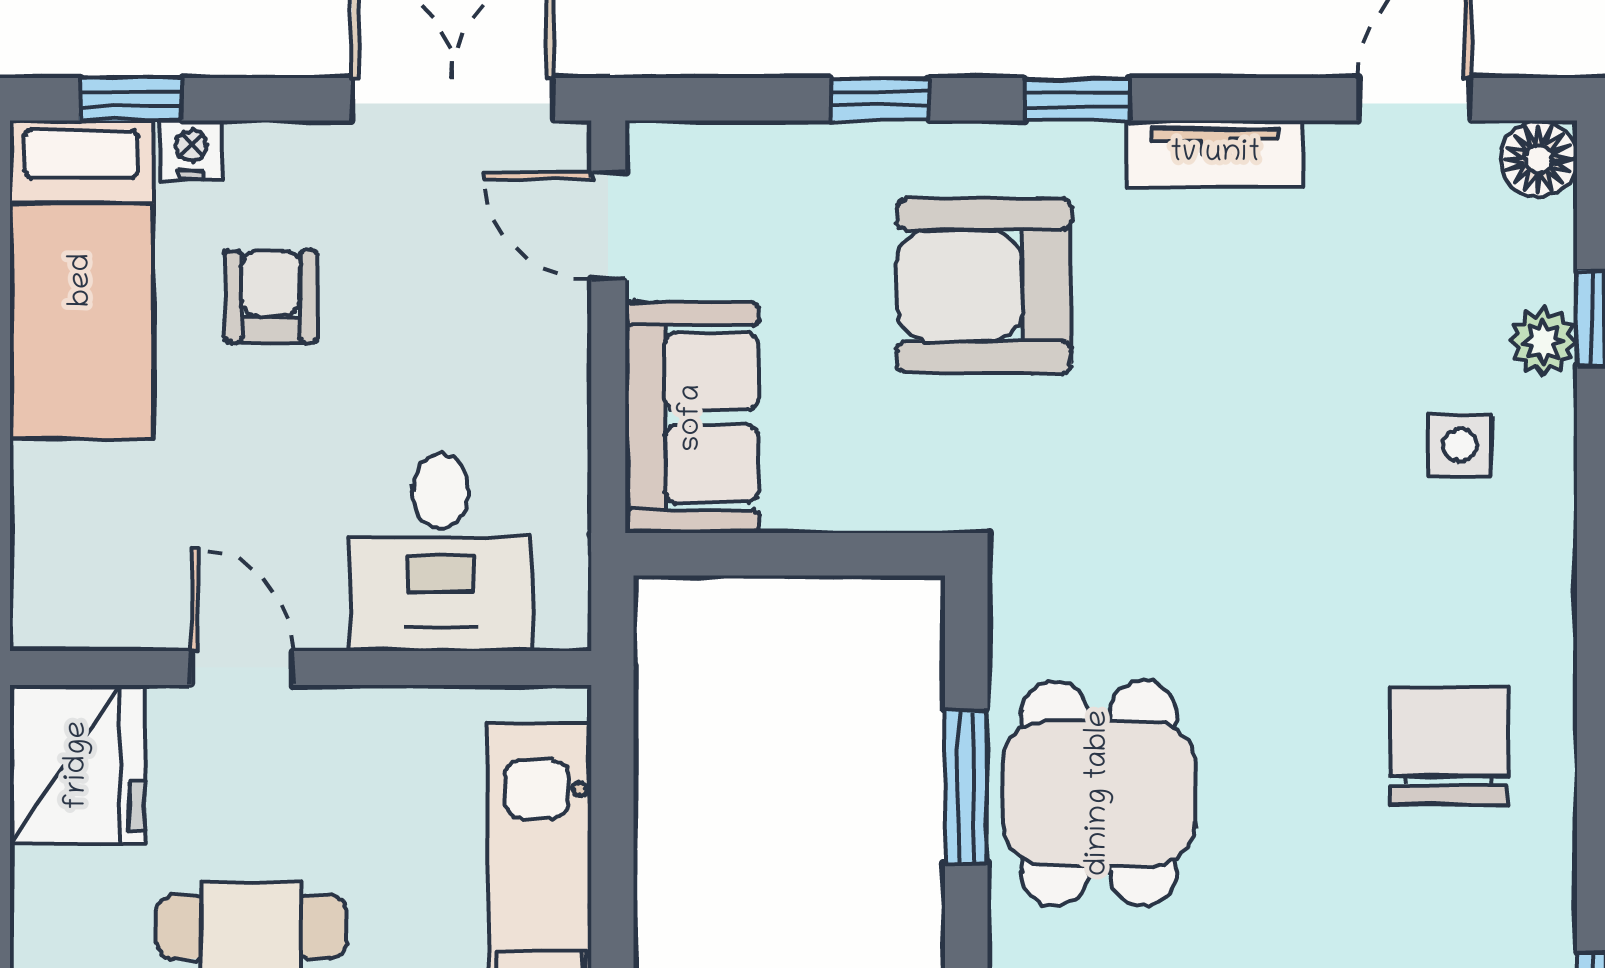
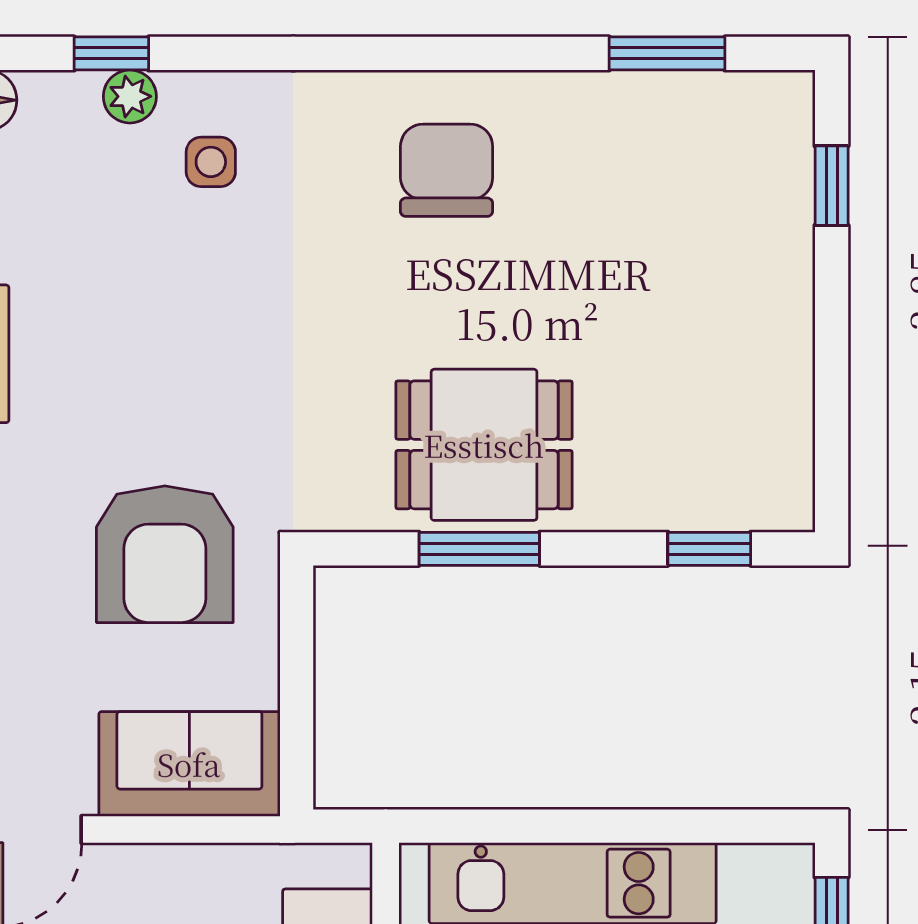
armchair: (984, 286) -> (165, 554), moved
chair: (1449, 746) -> (447, 170), turned 90

